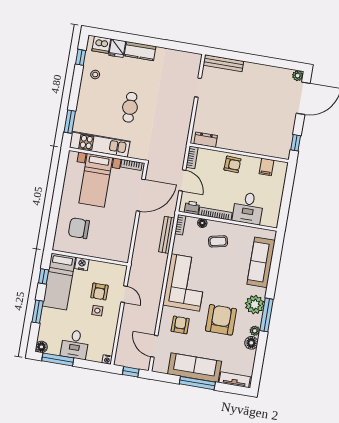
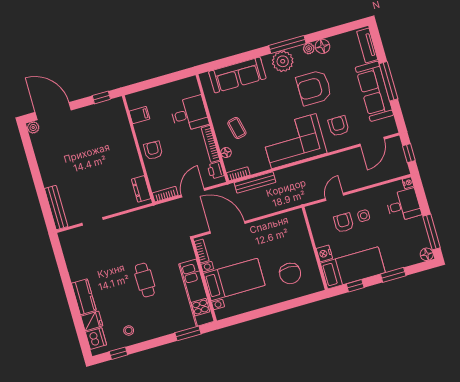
cafe table: (130, 107) -> (145, 280), turned 90
armchair: (99, 292) -> (344, 223), turned -90
armchair: (180, 325) -> (339, 126), turned 90
desk: (75, 344) -> (403, 205), moved

